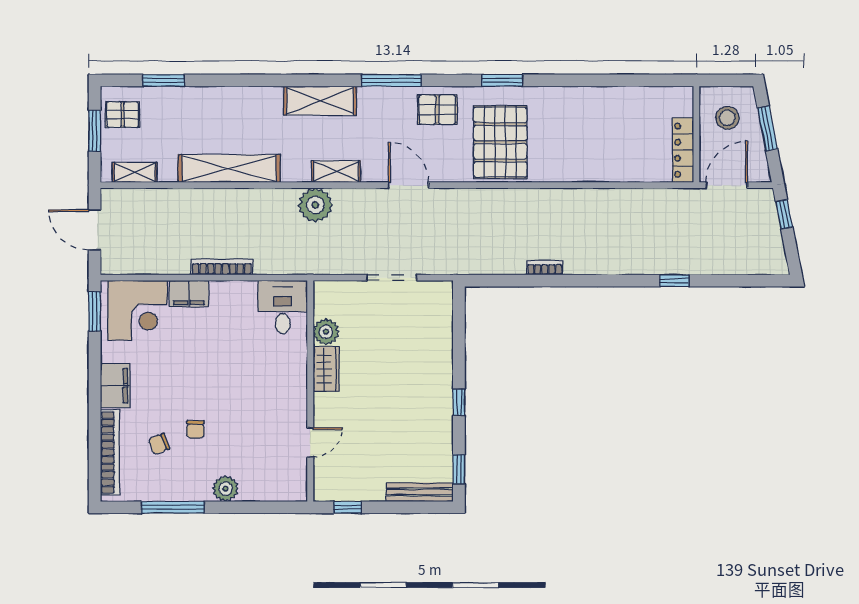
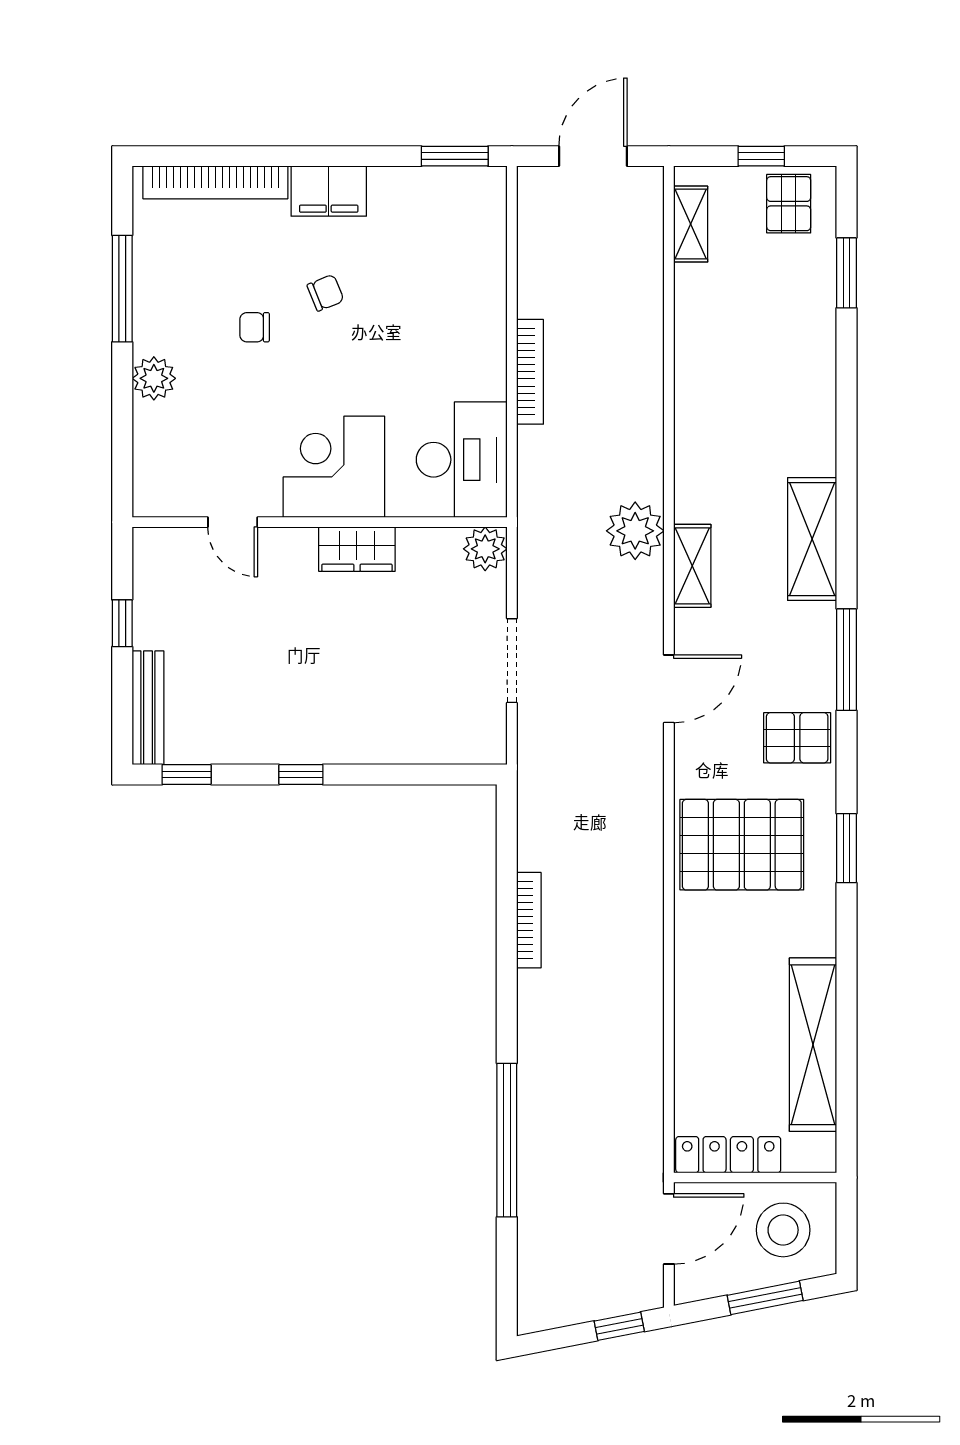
pallet: (437, 110) -> (797, 738), turned 90
stool: (727, 118) -> (783, 1230), width x1.38, depth x1.38
window: (95, 131) -> (761, 156), width x0.67
shelving: (229, 168) -> (813, 1045), moved
door: (727, 185) -> (669, 1229), hinge flipped
bookcase: (545, 268) -> (529, 920), width x1.56
window: (674, 281) -> (507, 1140), width x3.17
filing cabinet: (189, 294) -> (485, 316), removed
desk: (283, 307) -> (462, 460), width x1.37
corner desk: (138, 310) -> (334, 467), moved, turned 90
plant: (326, 332) -> (485, 549), moved
chair: (159, 444) -> (325, 293), moved, turned 89
window: (348, 507) -> (122, 623), moved

